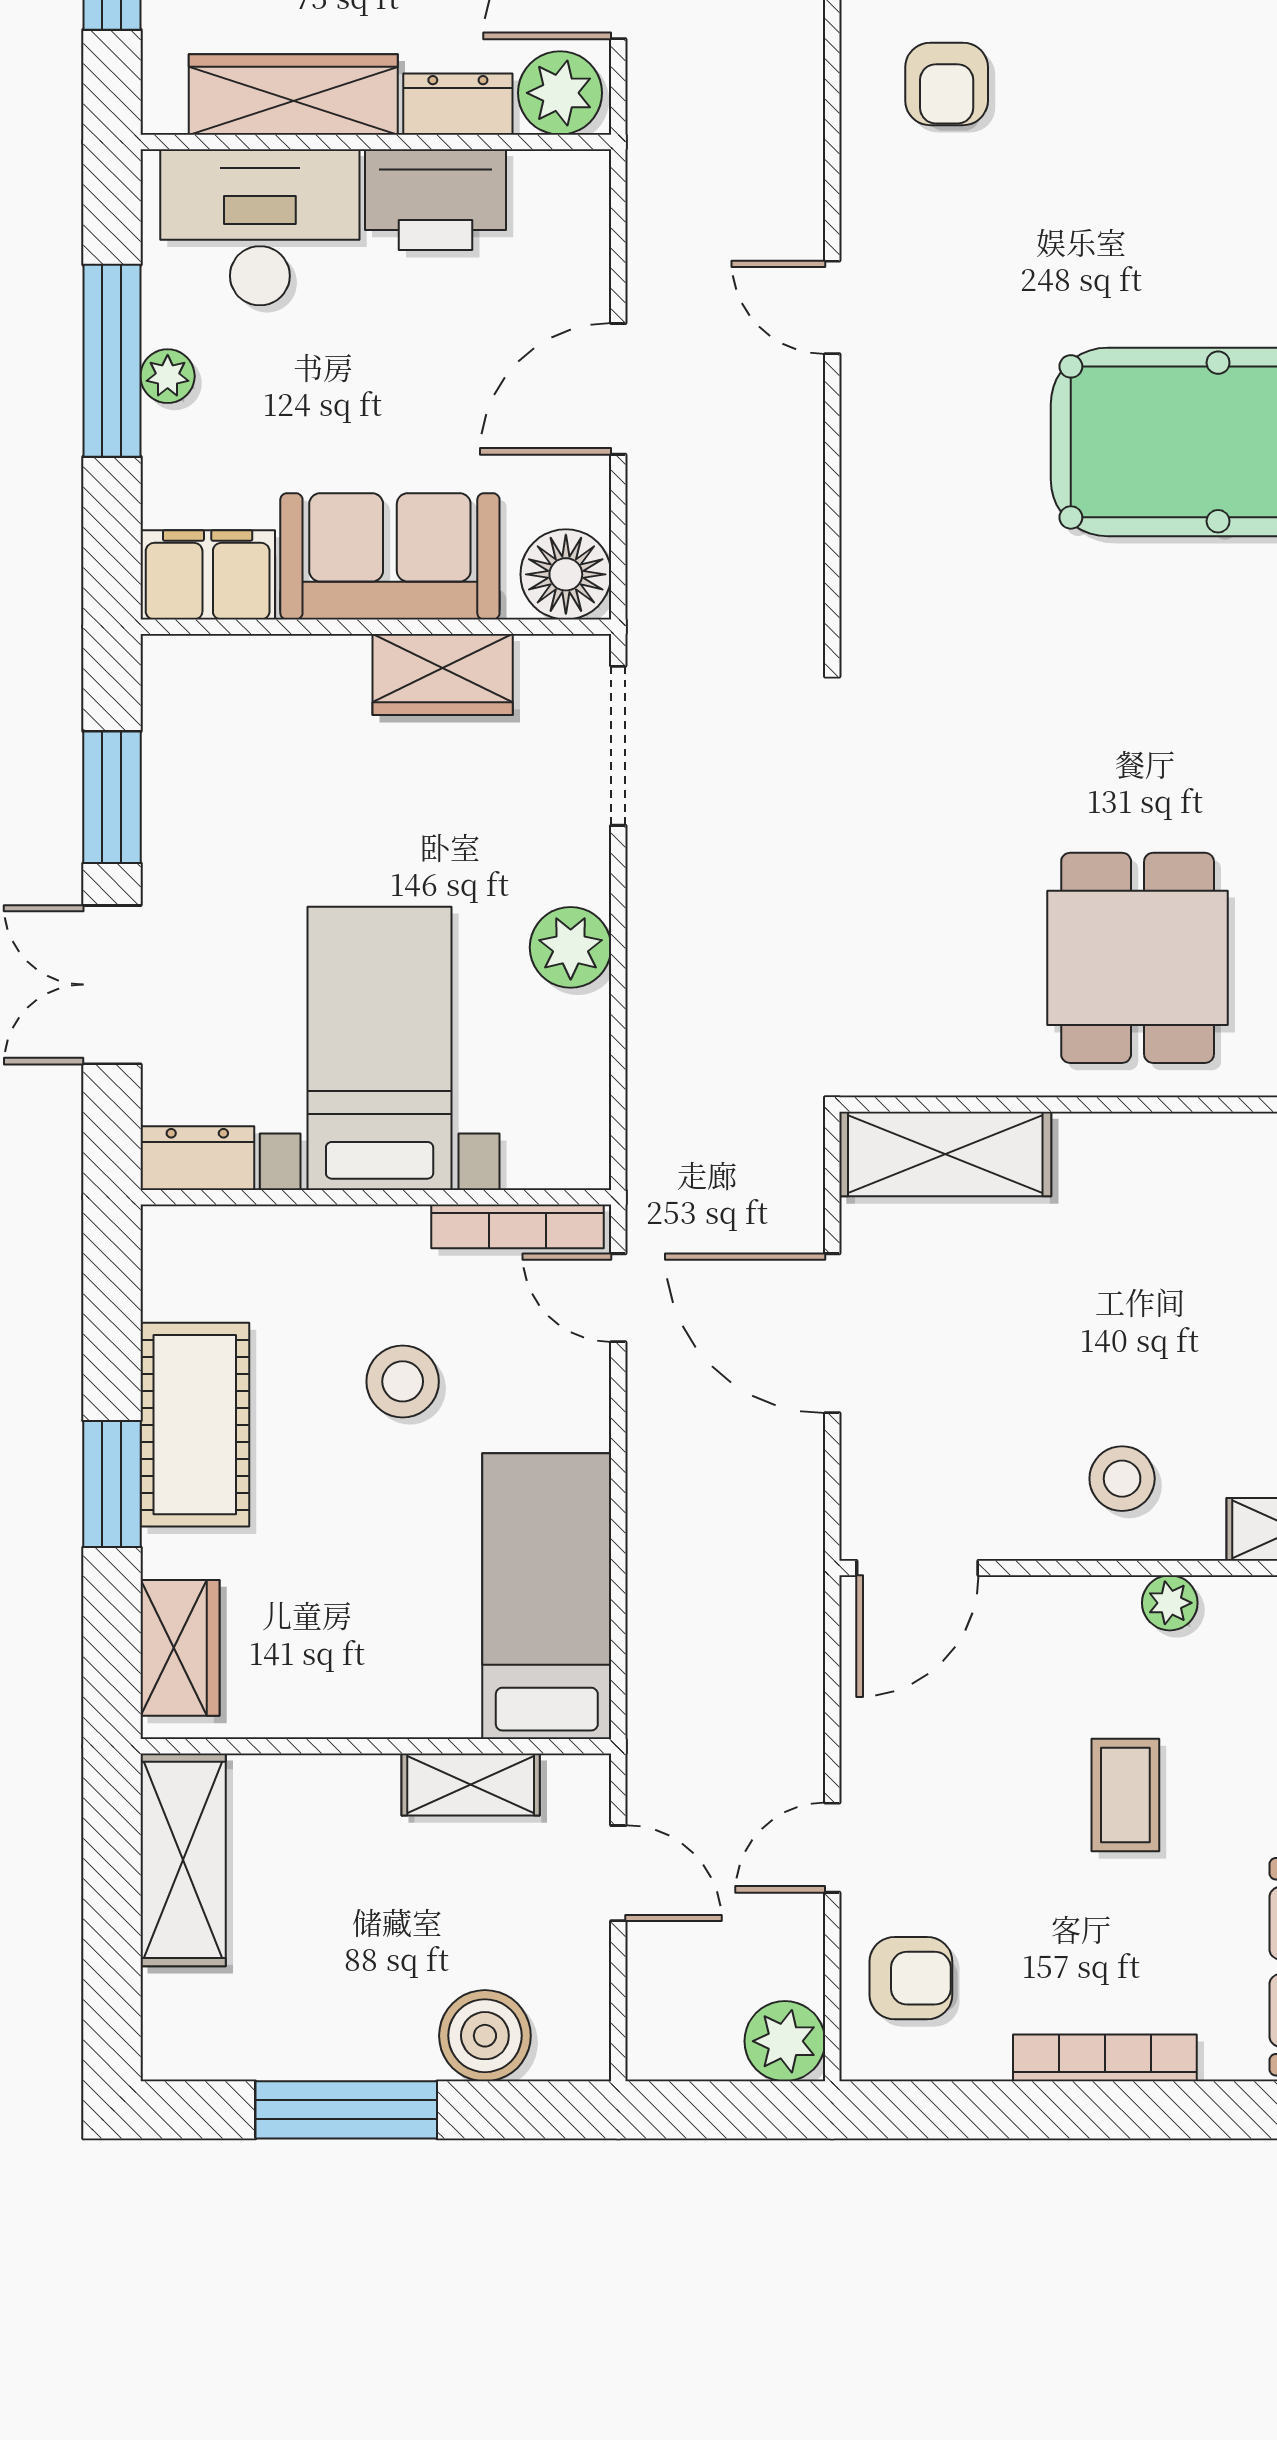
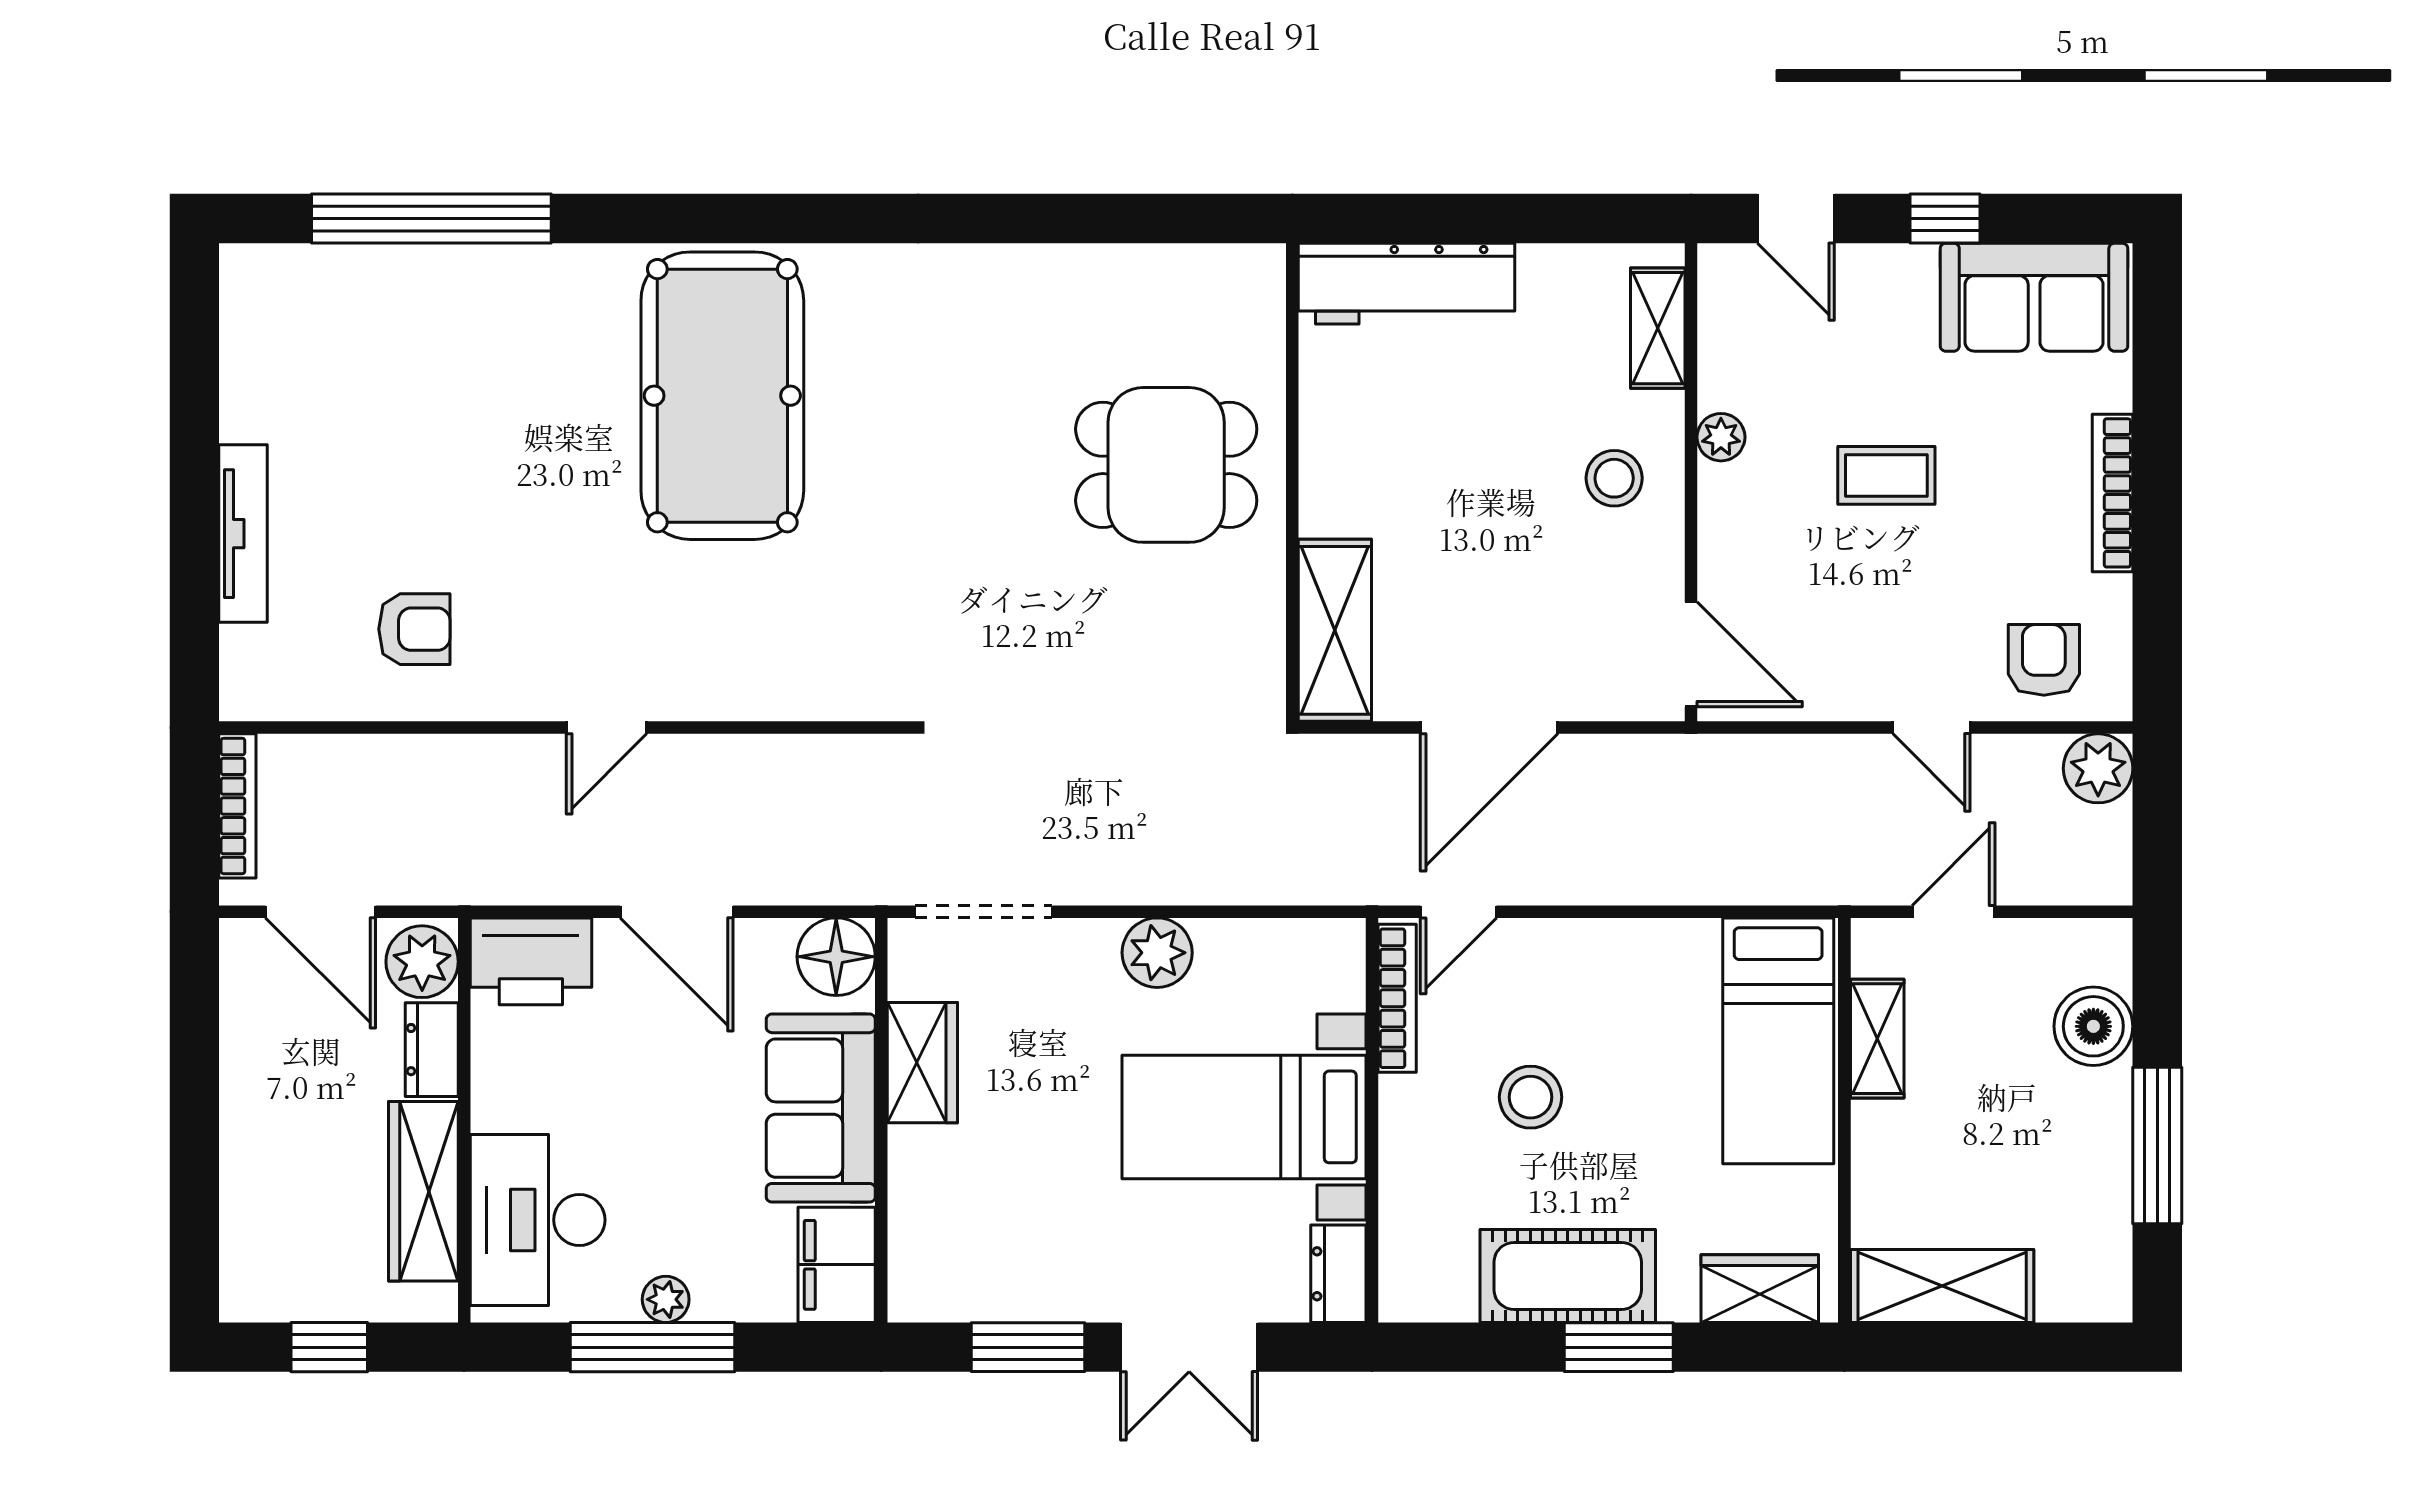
printer: (436, 200) -> (531, 961), moved, turned 90
bed: (547, 1596) -> (1778, 1041), moved, turned -90

